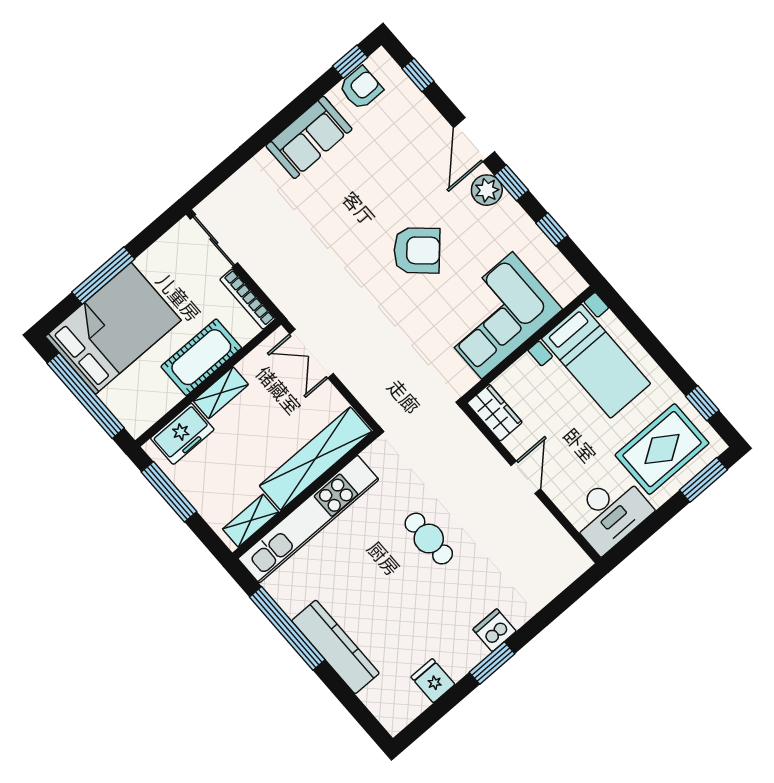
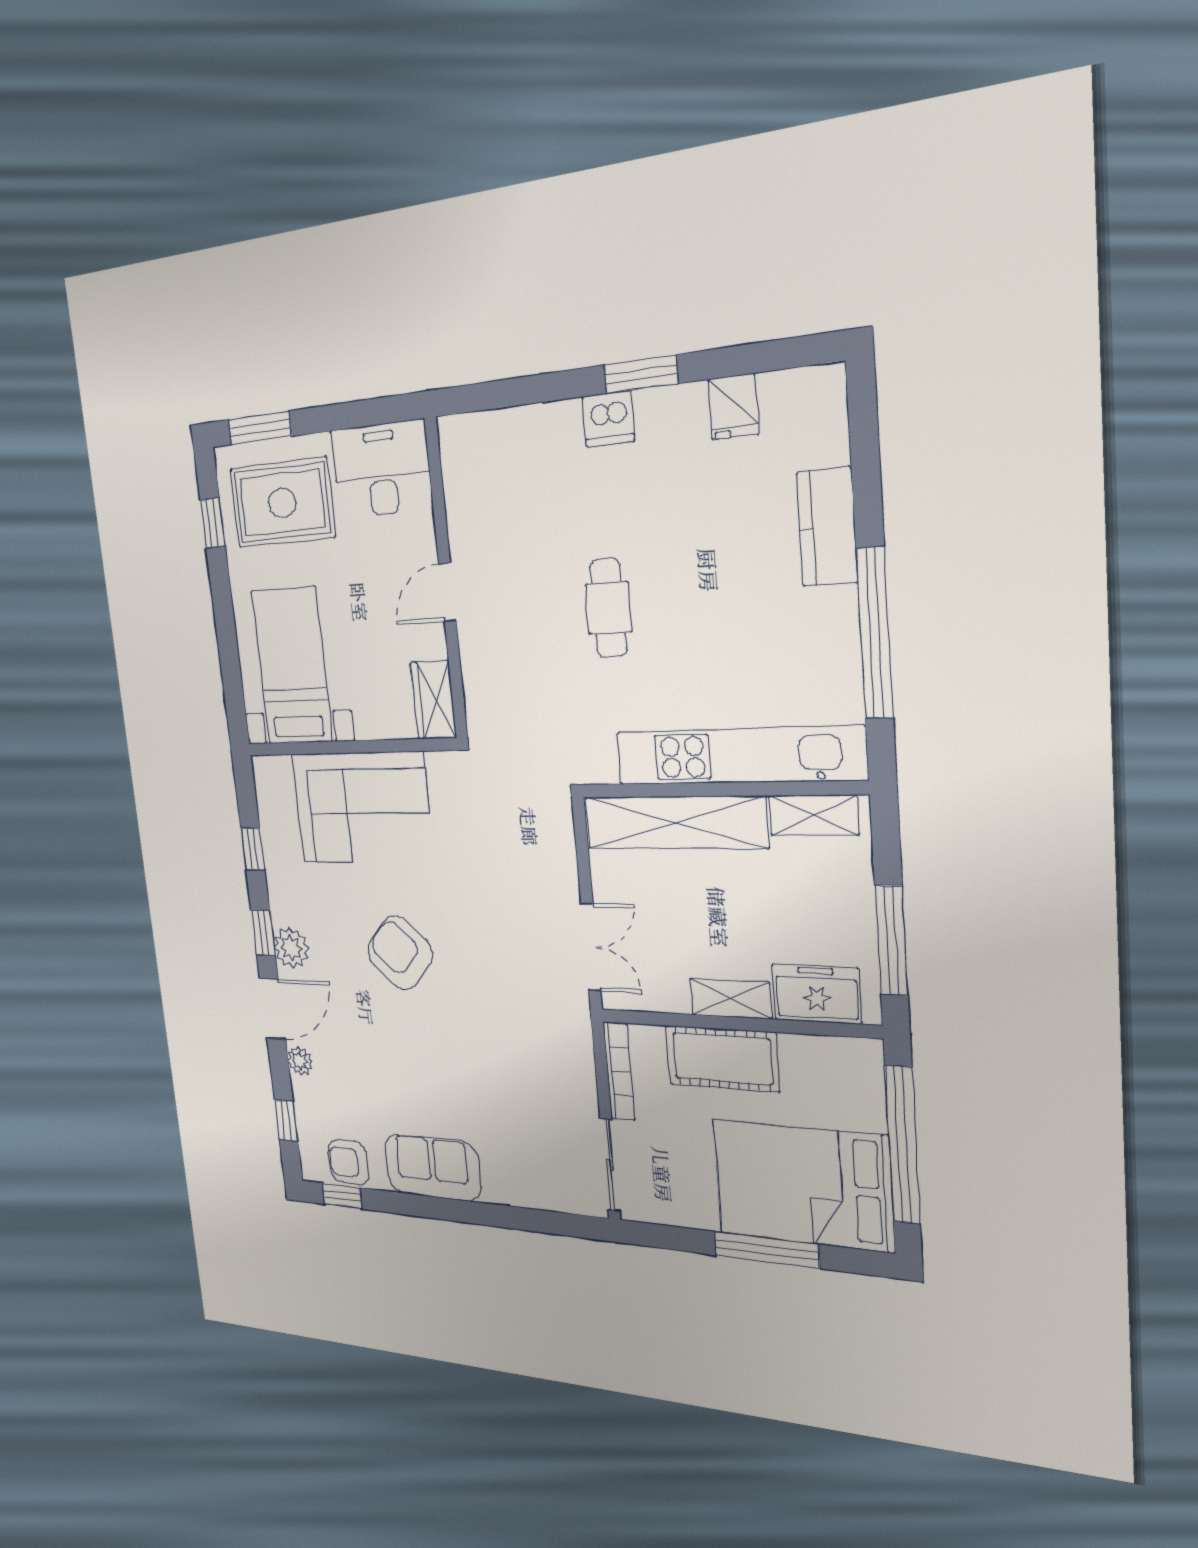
plant: (434, 123) -> (300, 1061), added
kitchen counter: (335, 647) -> (827, 527), width x0.67

